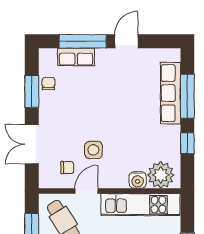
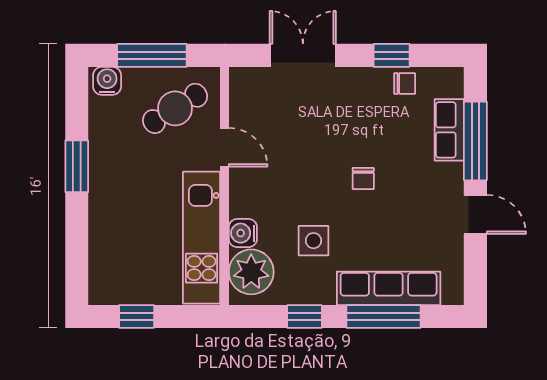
window: (32, 91) -> (392, 55), width x0.67
side table: (93, 150) -> (313, 241), moved
chair: (67, 168) -> (363, 178), moved

